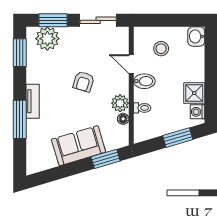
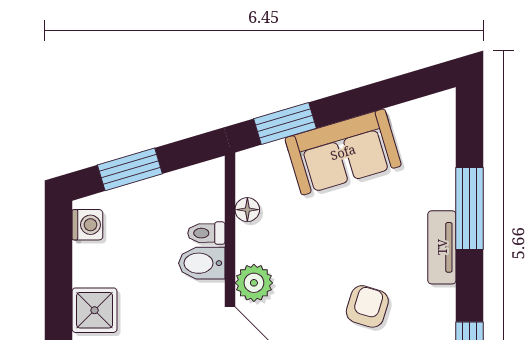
bidet: (144, 81) -> (202, 263), moved
armchair: (84, 82) -> (367, 306), moved
shower: (194, 93) -> (95, 310), moved
plant: (120, 103) -> (254, 283), moved

